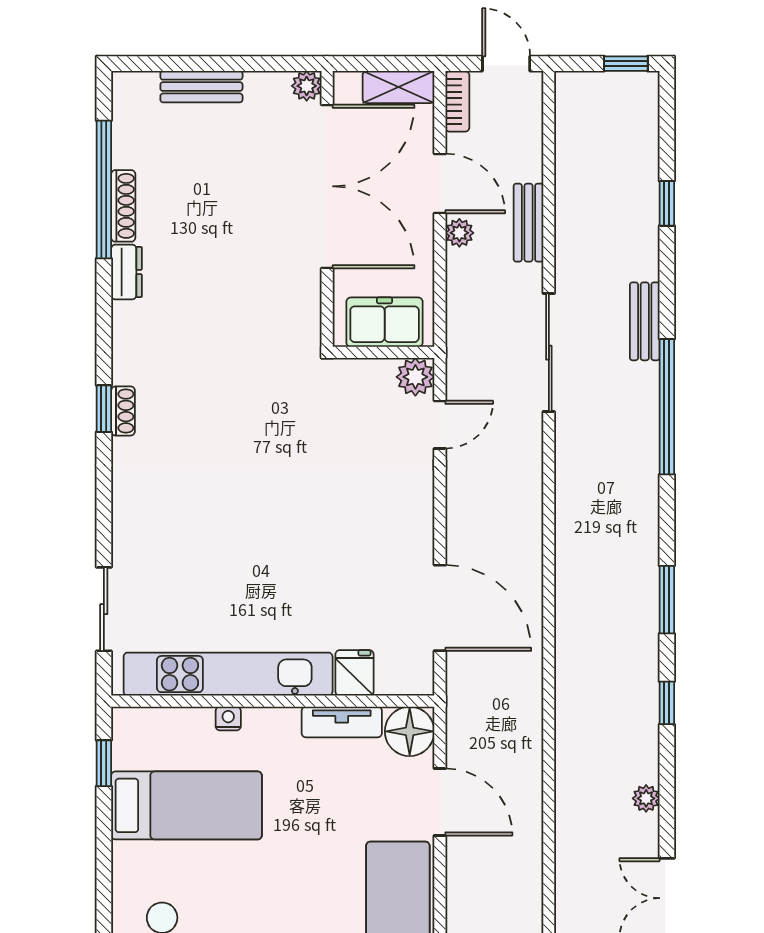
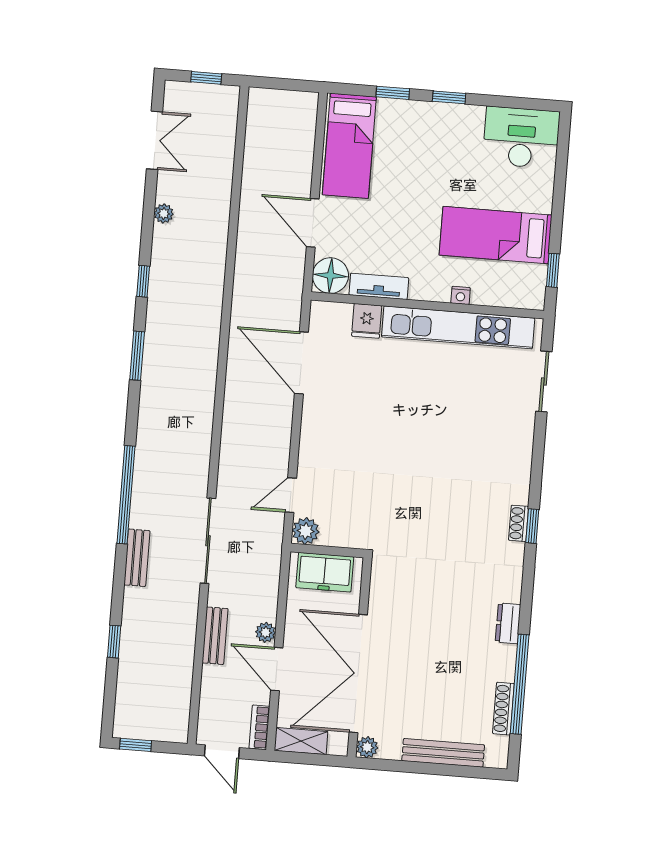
bench: (201, 87) -> (443, 753), width x1.36
shoe rack: (123, 206) -> (503, 709), moved

